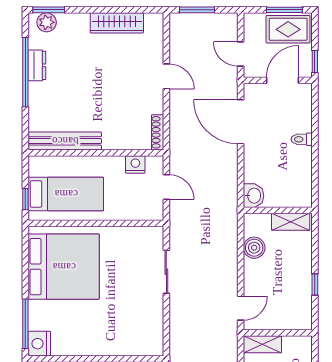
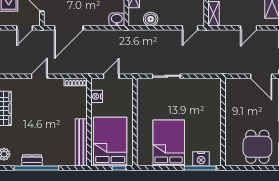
bed: (66, 194) -> (110, 142), width x1.50
bed: (64, 267) -> (169, 143), width x0.73
door: (241, 308) -> (190, 28), swing flipped
nightstand: (39, 344) -> (201, 159), moved

